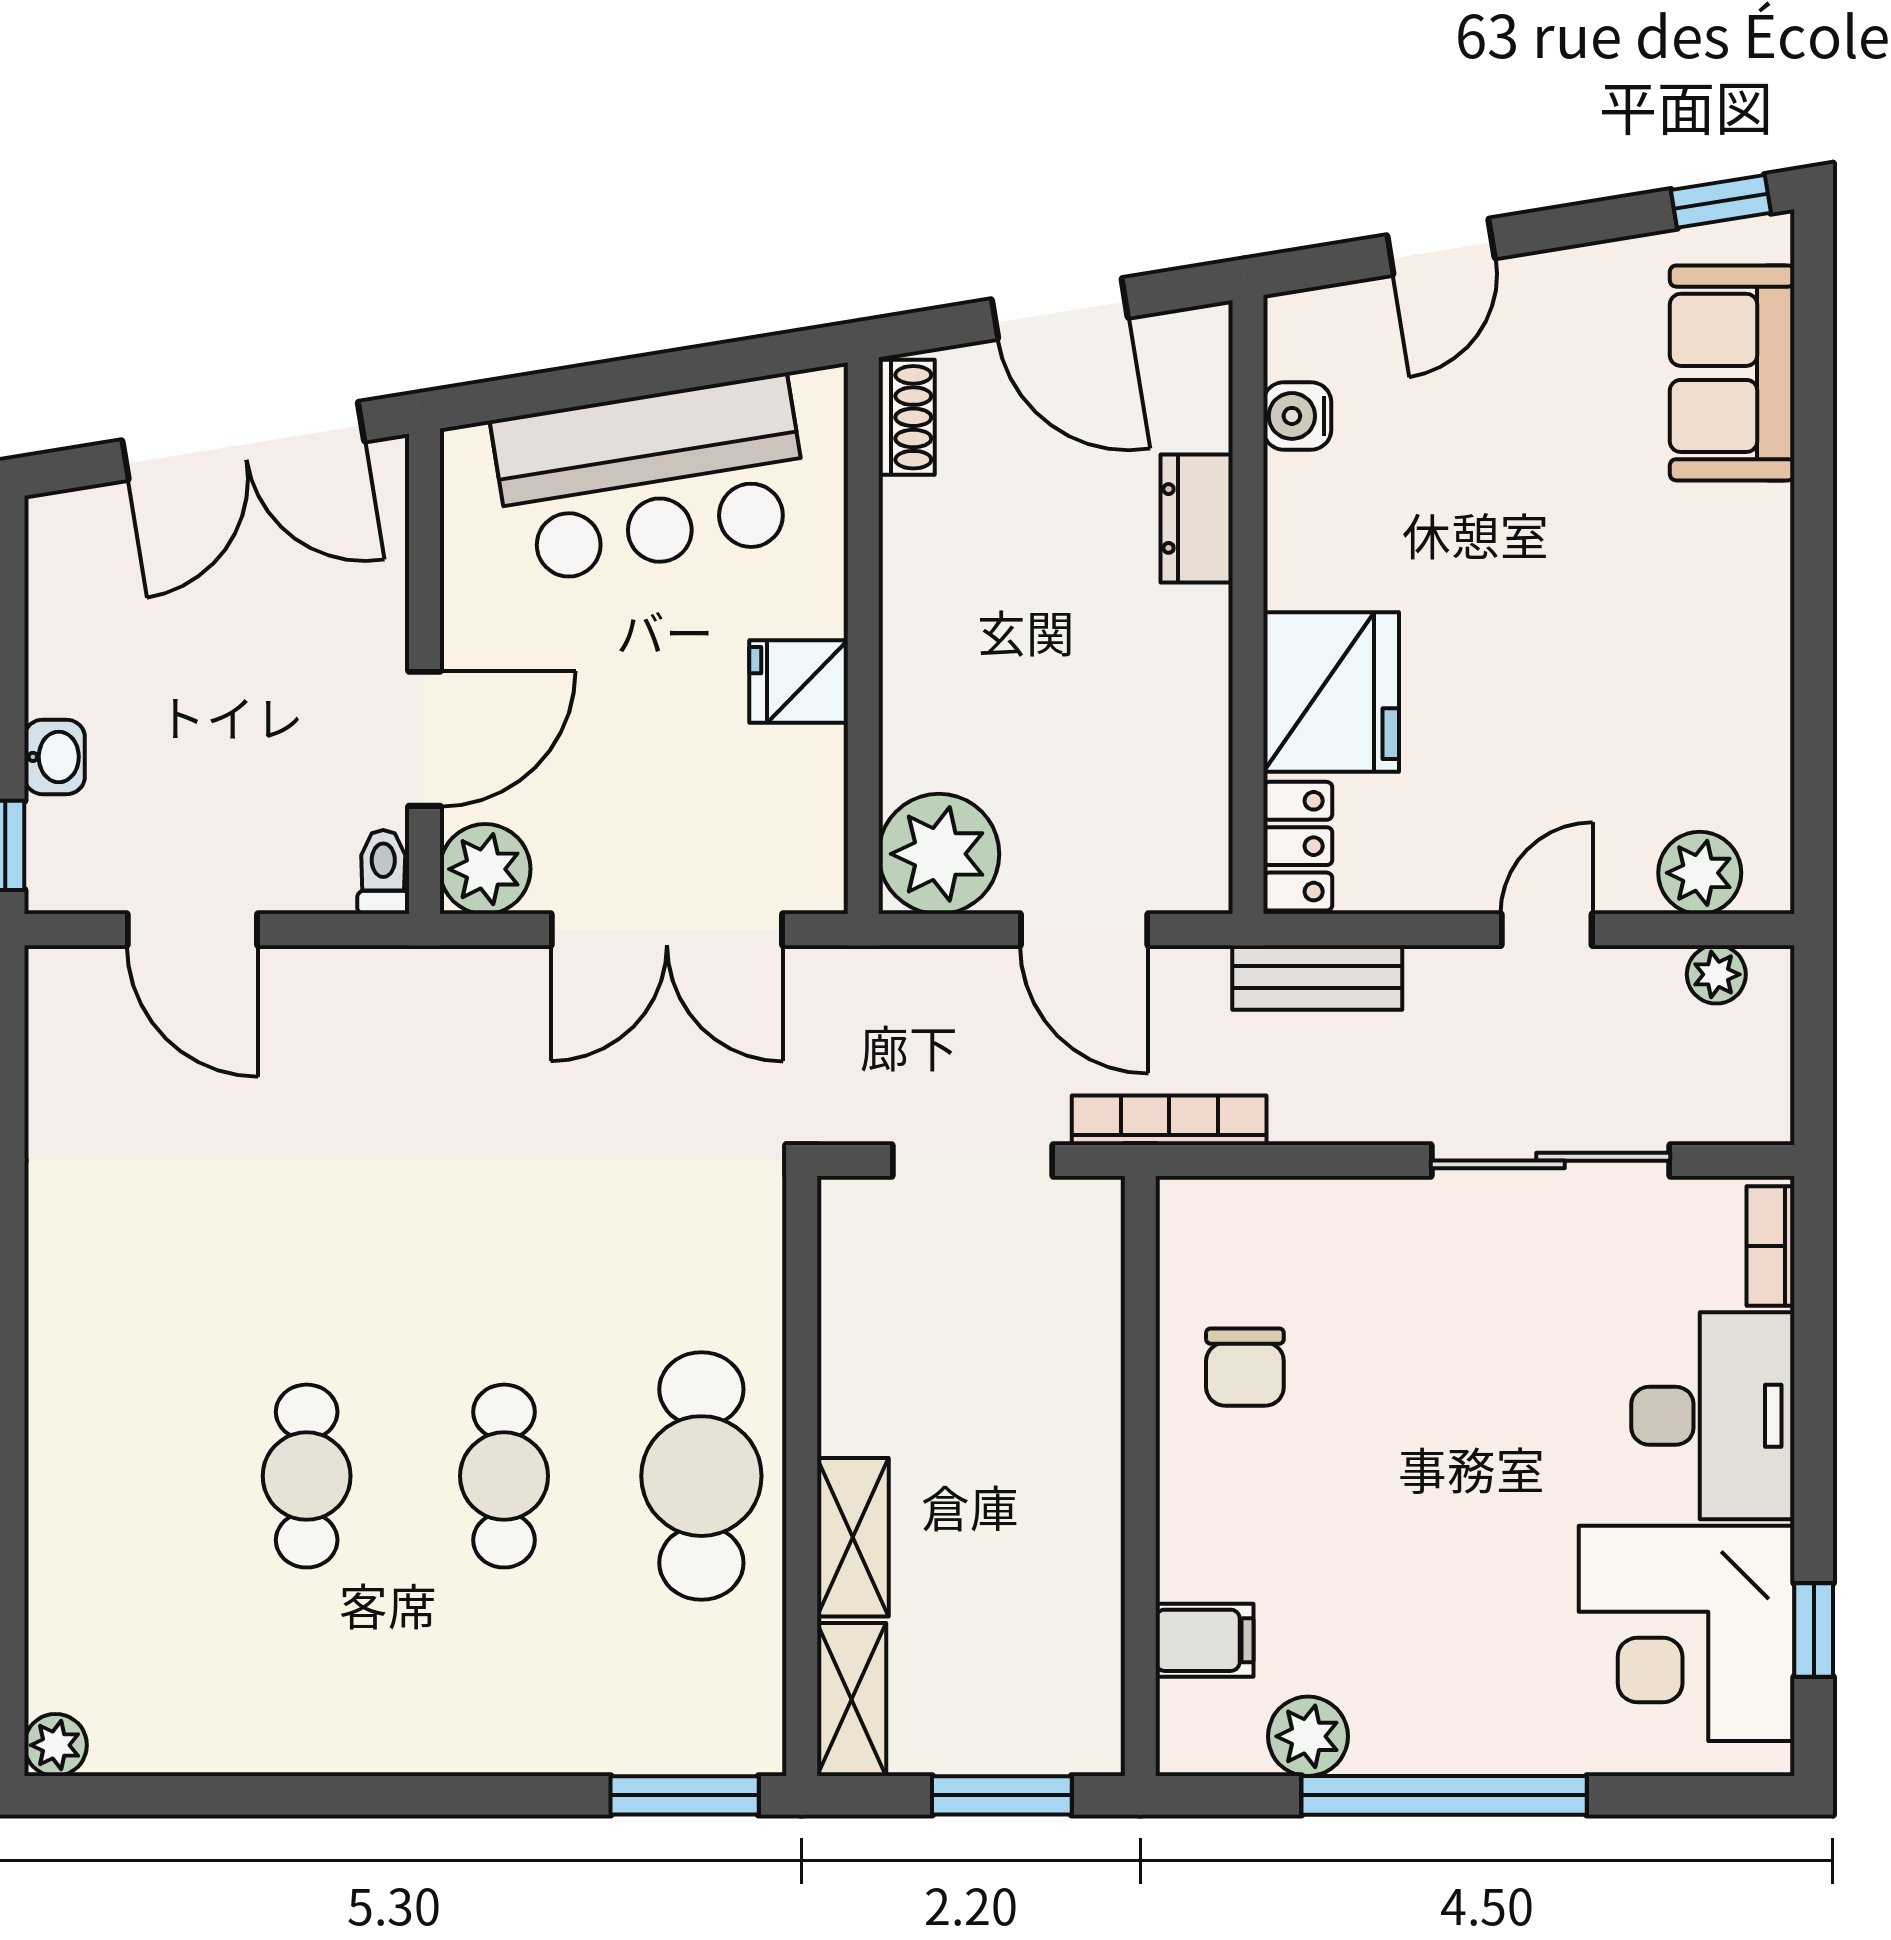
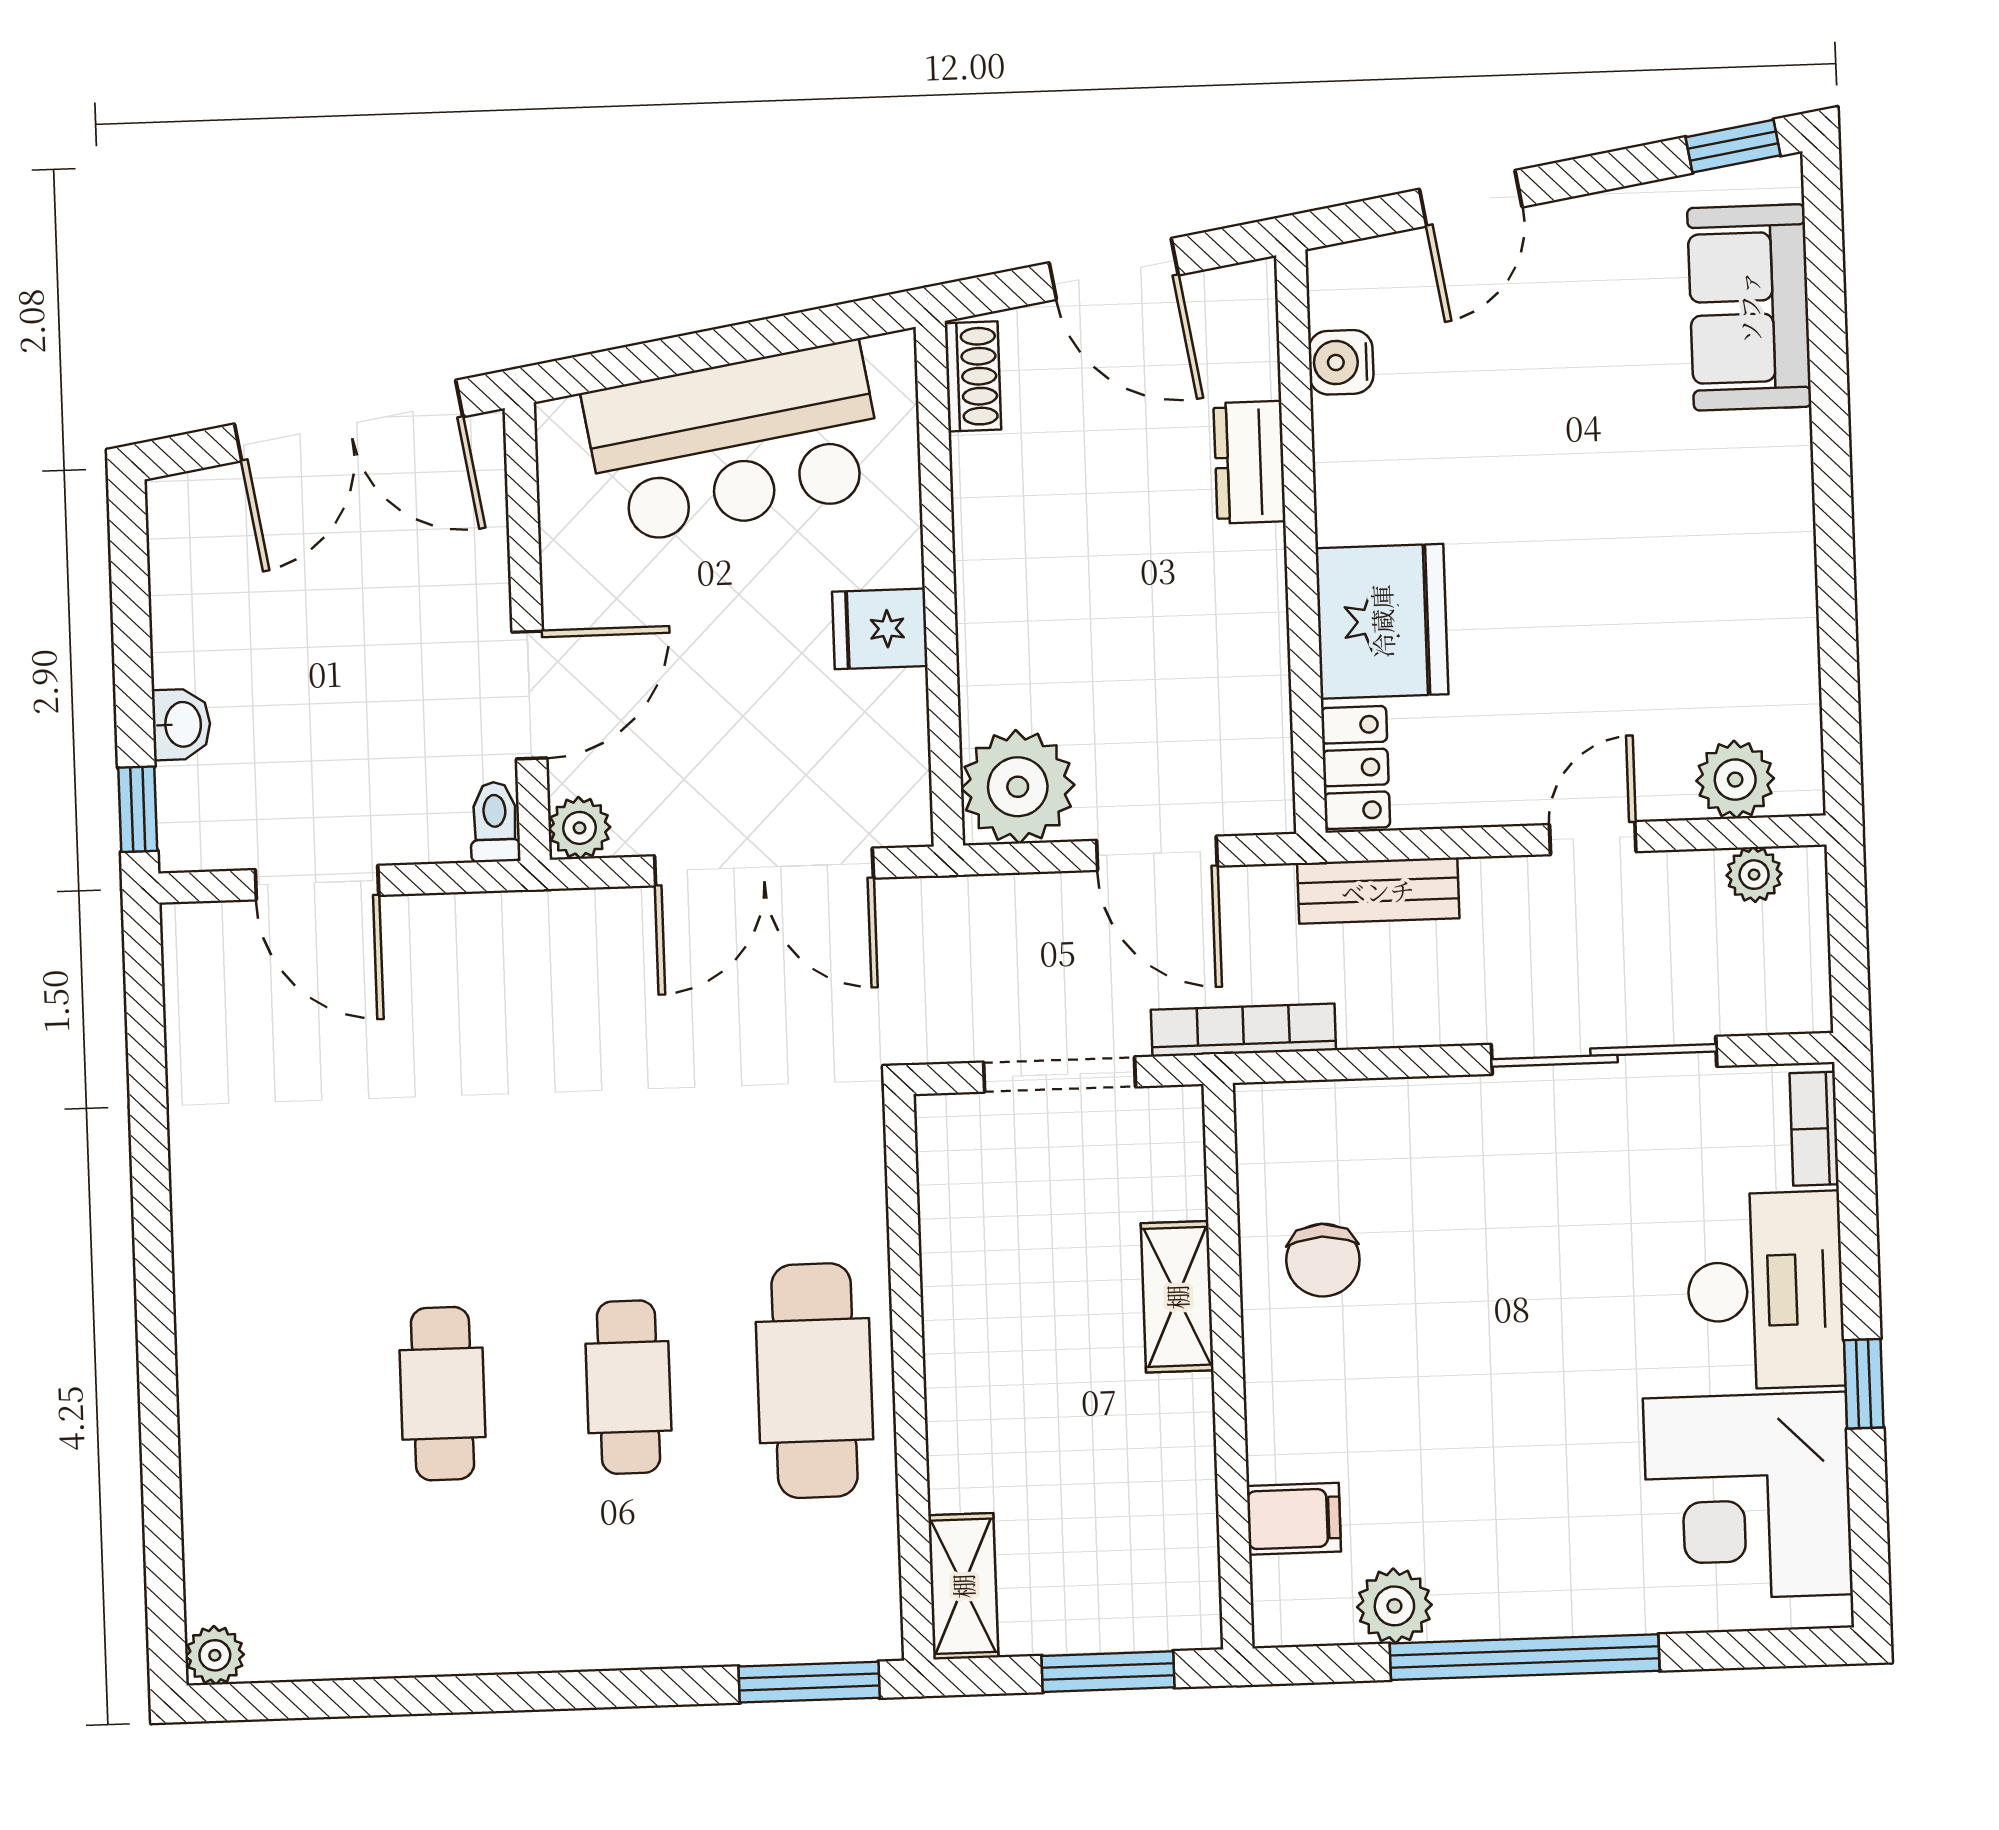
plant: (485, 869) -> (580, 828), width x0.73, depth x0.73
shelving: (853, 1537) -> (1177, 1297), moved
window: (1814, 1630) -> (1864, 1384), moved

